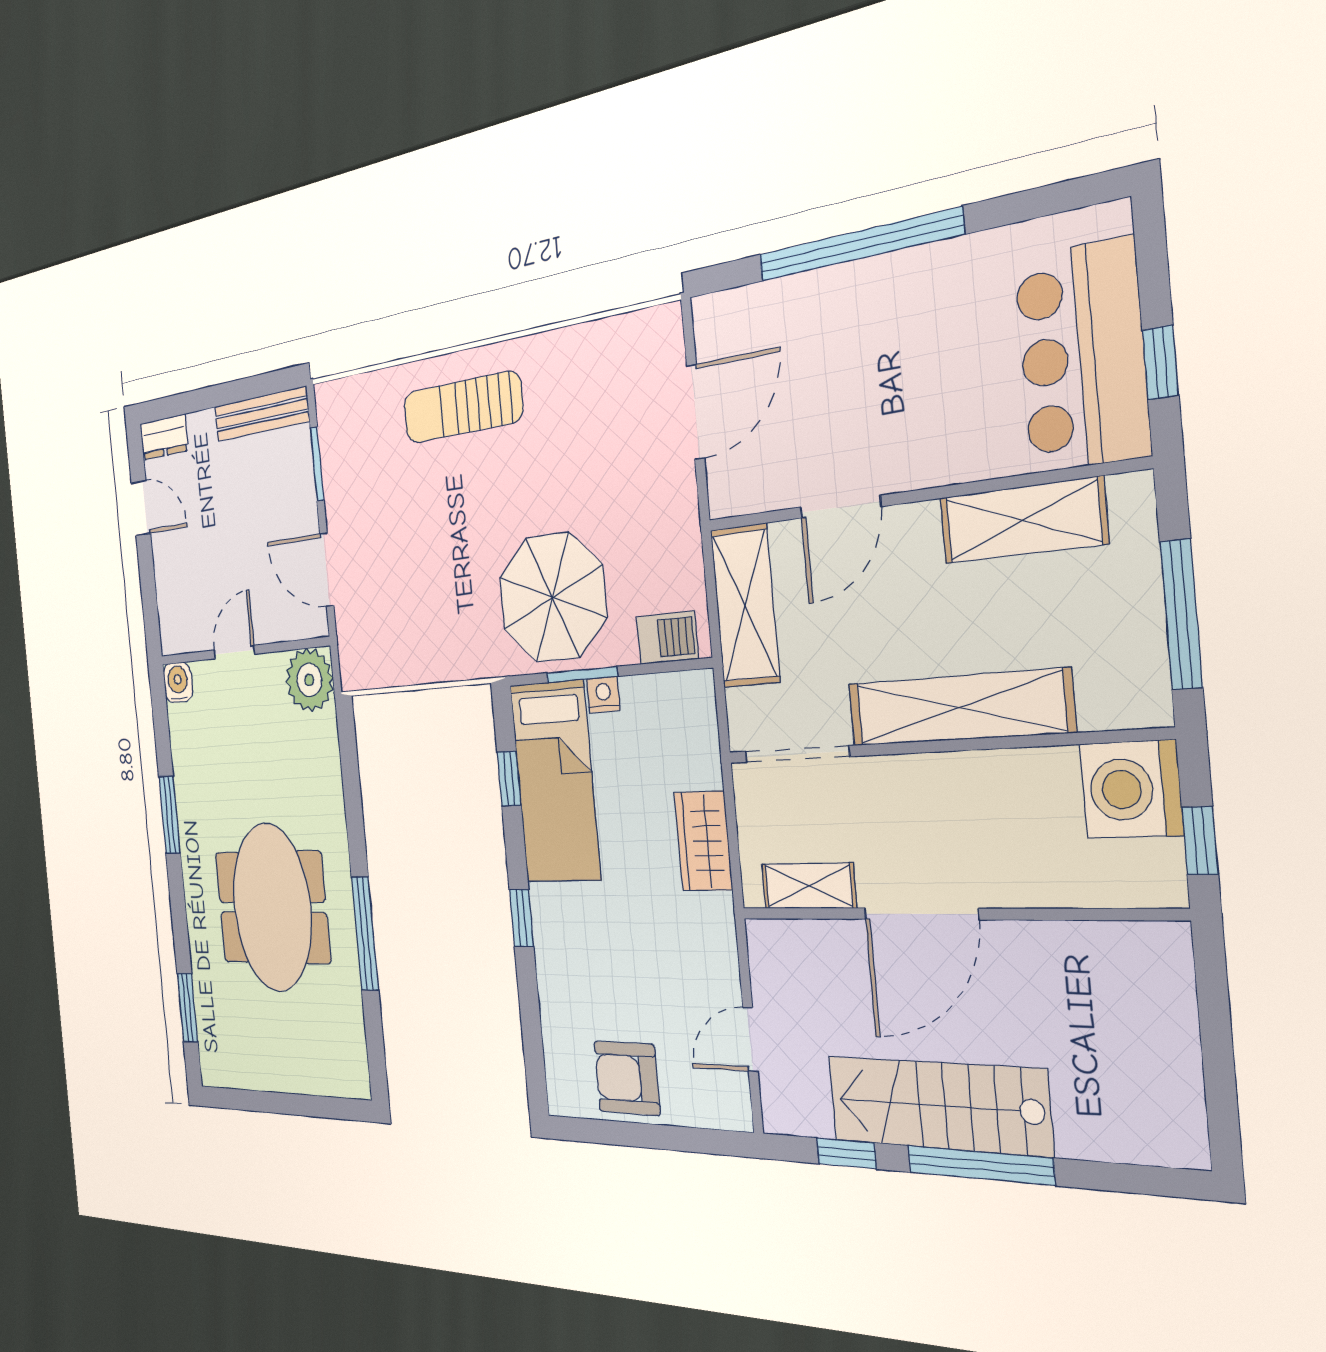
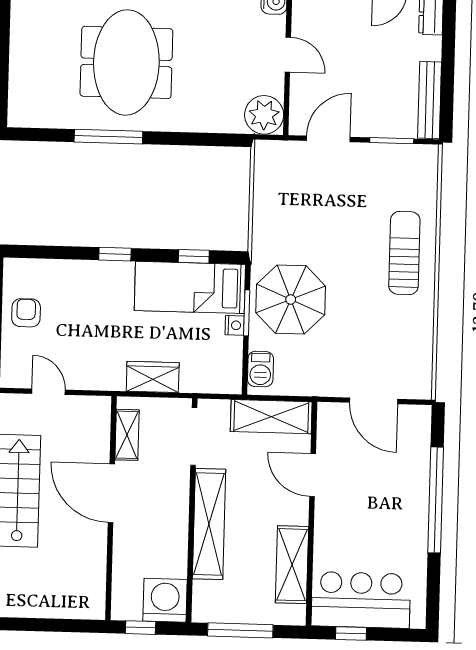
meeting table: (272, 907) -> (126, 62), turned 90
armchair: (627, 1078) -> (26, 313), width x0.72, depth x0.72

